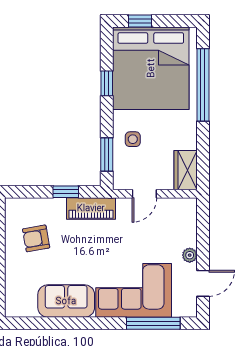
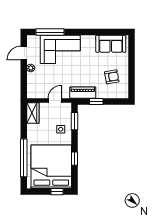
sofa: (66, 301) -> (111, 44), moved

